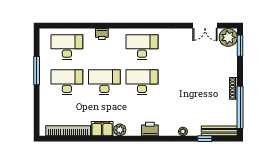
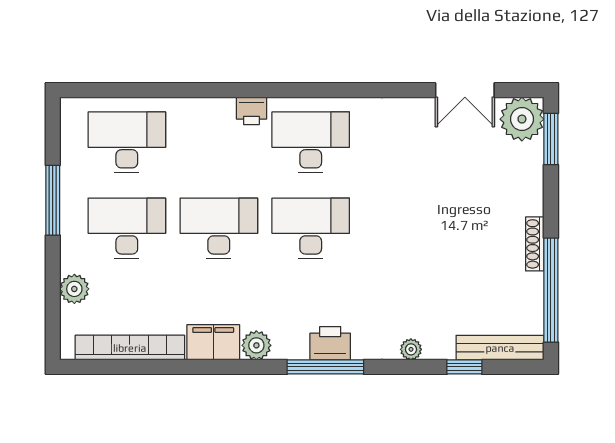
printer: (102, 34) -> (251, 111), moved
plant: (45, 107) -> (74, 289), added
window: (148, 139) -> (325, 367), added

